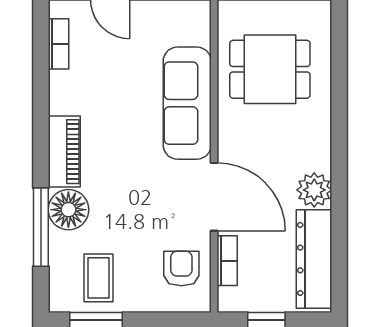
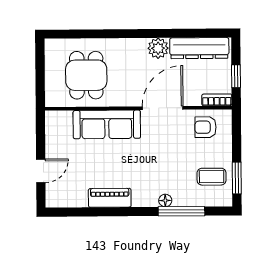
bookcase: (58, 44) -> (72, 201), removed
piano: (64, 152) -> (110, 198), moved
floor lamp: (68, 210) -> (165, 200), width x0.53, depth x0.53
bookcase: (227, 261) -> (217, 100), moved

